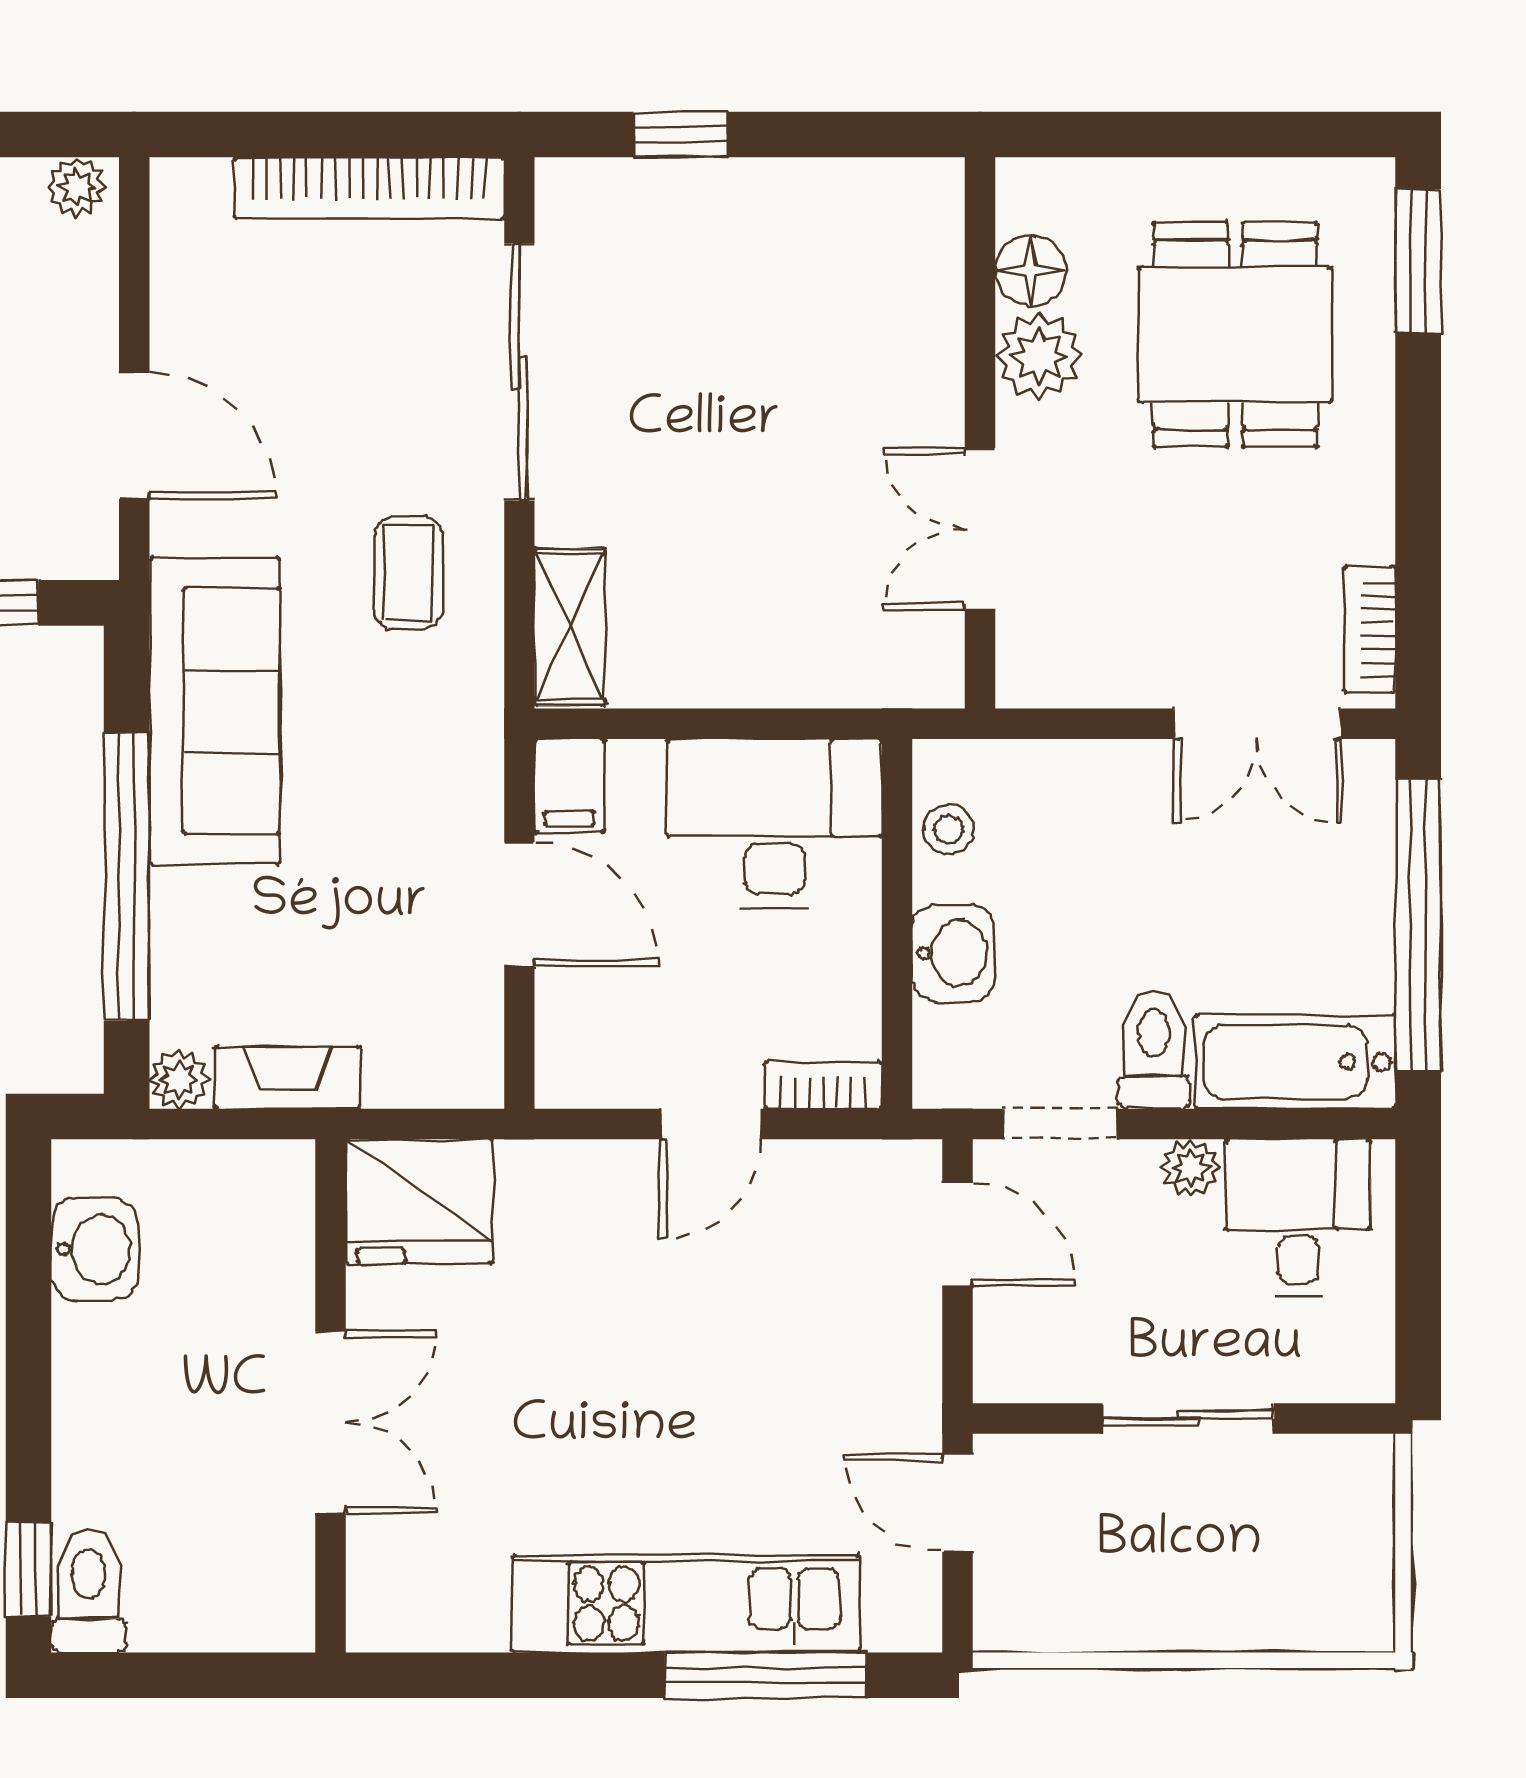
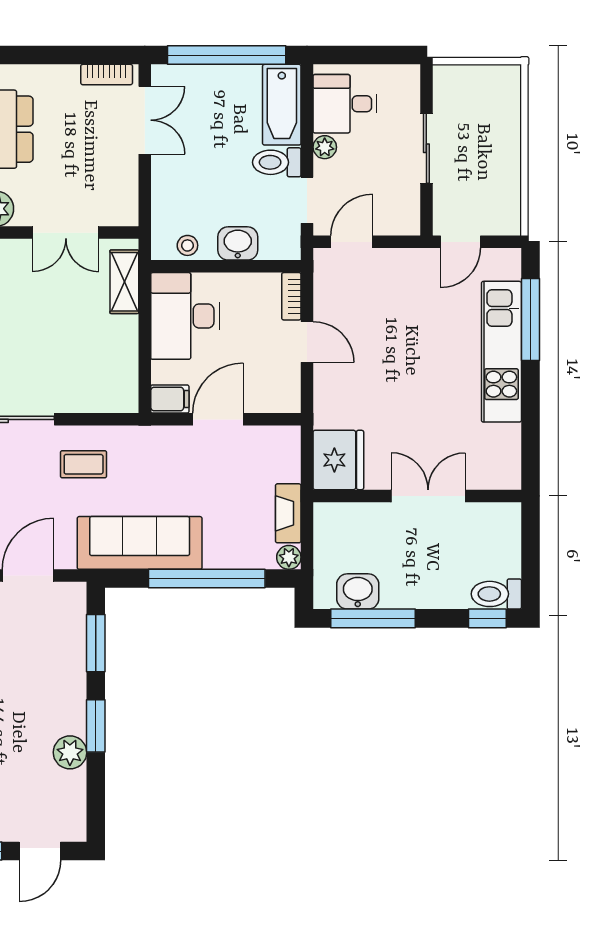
shelving: (570, 627) -> (124, 282), moved, turned 90
window: (28, 1287) -> (373, 618), added

